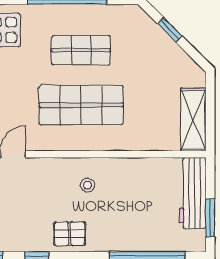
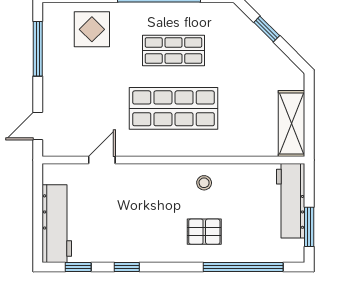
stool: (87, 185) -> (204, 183), moved
pallet: (70, 234) -> (204, 232), moved

